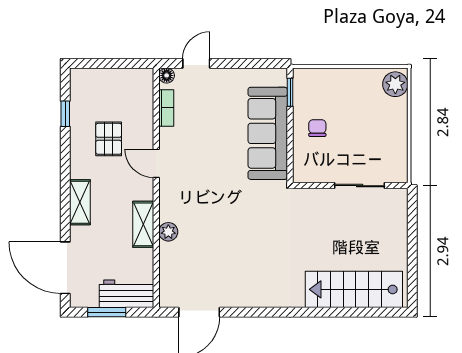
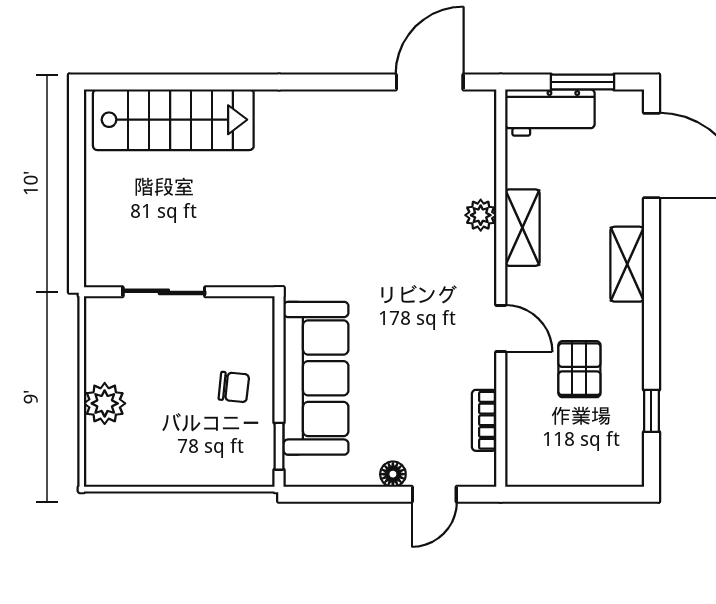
floor lamp: (167, 75) -> (393, 474), moved
plant: (395, 84) -> (105, 403), moved
chair: (317, 128) -> (234, 387), turned -84

